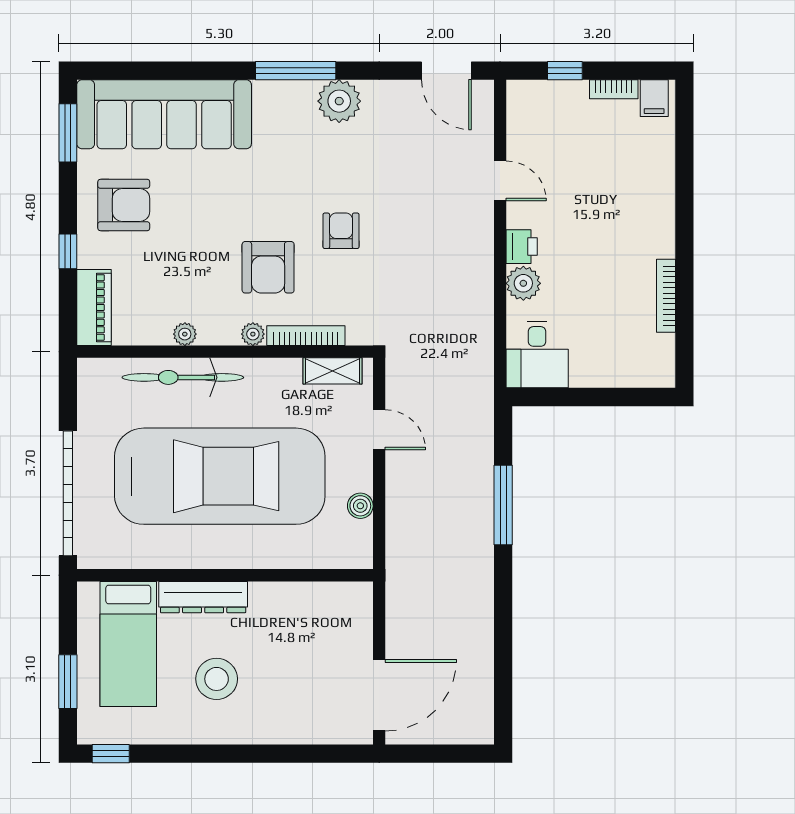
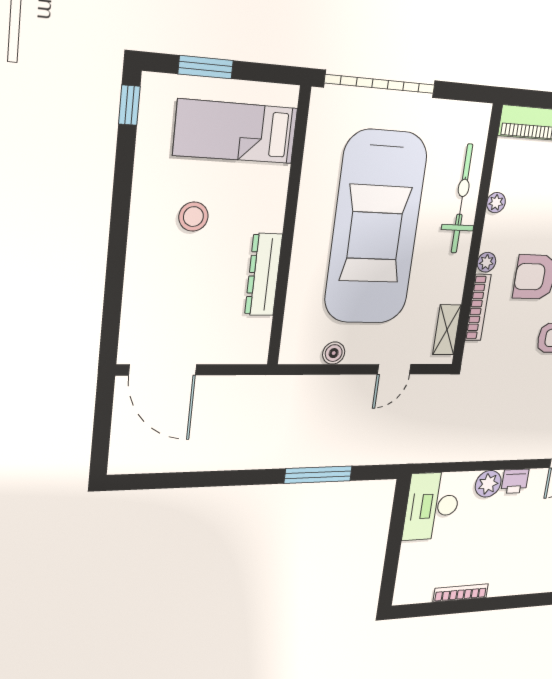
desk: (537, 355) -> (432, 506), width x1.37
dresser: (203, 597) -> (264, 275), moved
stool: (217, 679) -> (193, 217), width x0.73, depth x0.73

